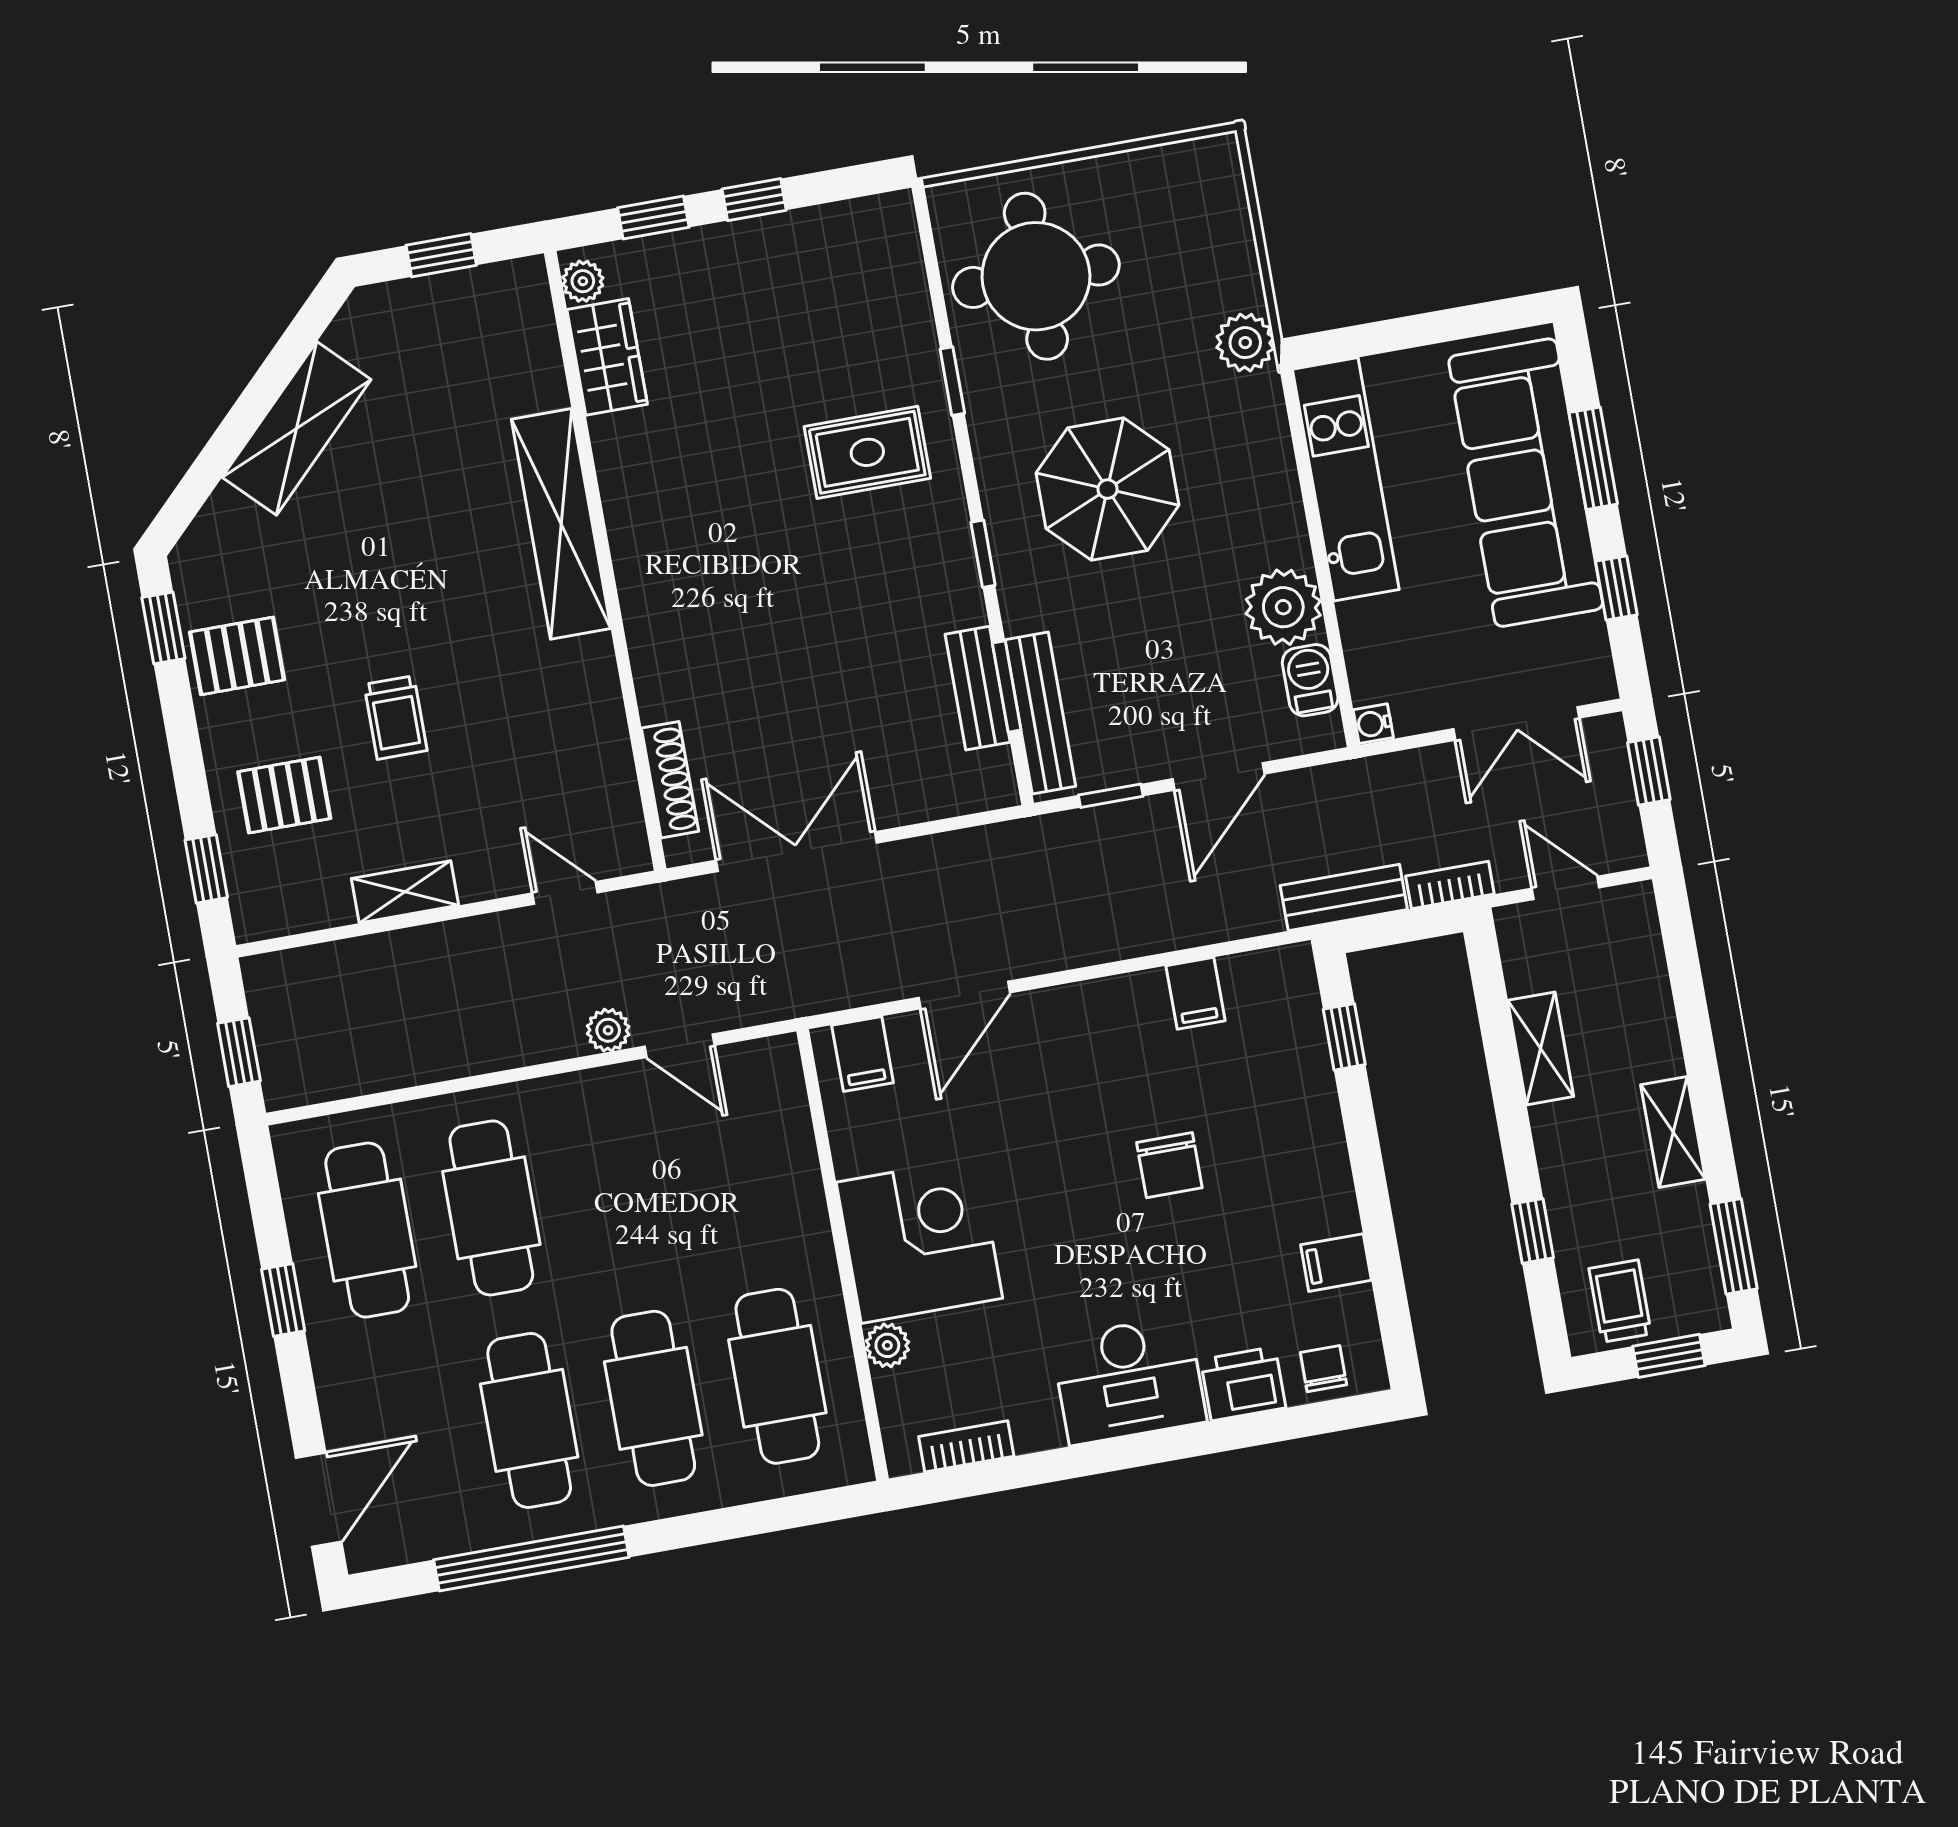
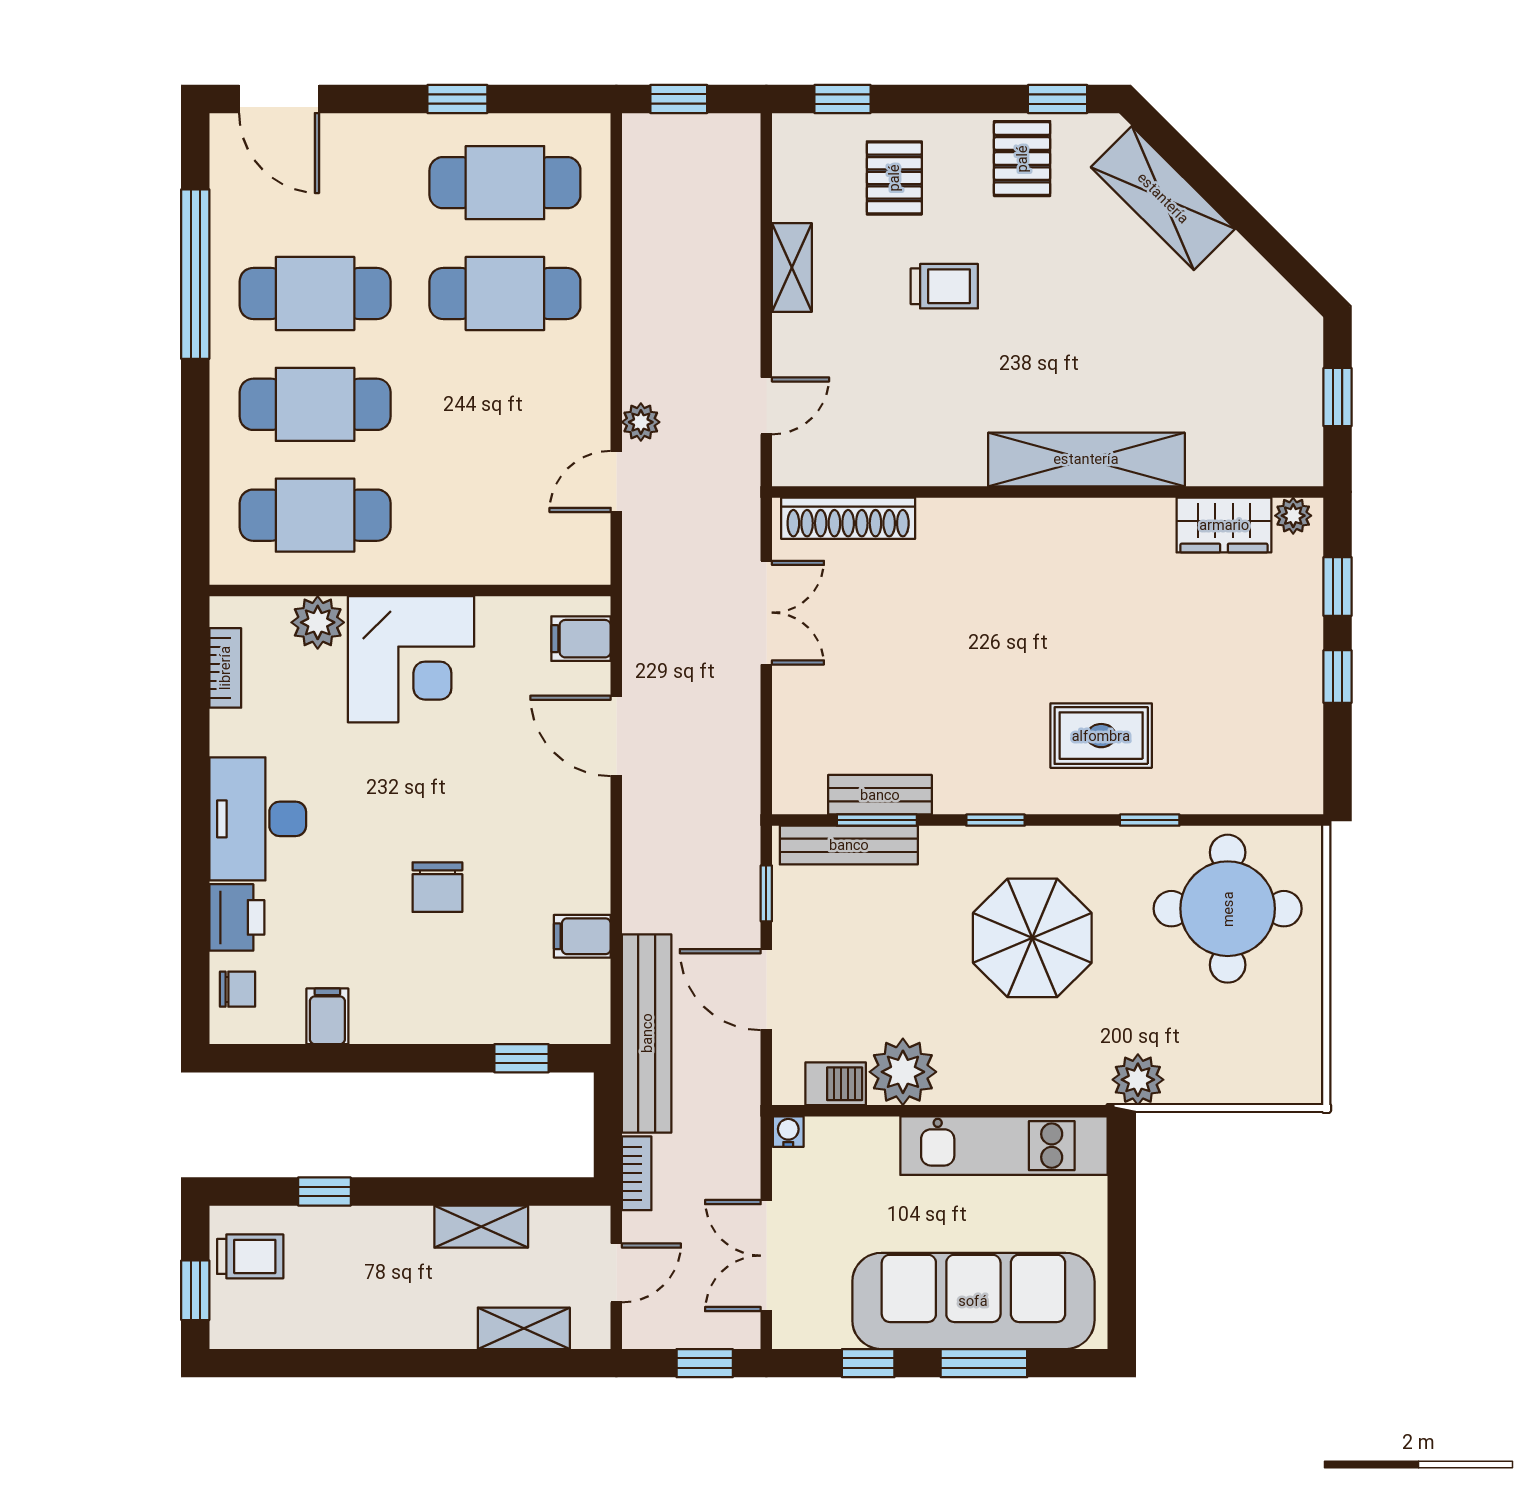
shelving: (297, 428) -> (1163, 198), moved
rug: (867, 452) -> (1101, 736), turned 90
trolley: (396, 718) -> (944, 286), turned 180
shoe rack: (670, 780) -> (848, 518), width x1.36, depth x1.24
double door: (796, 852) -> (766, 613), width x0.73
bench: (1344, 897) -> (647, 1033), width x1.86, depth x1.21
shelving: (1673, 1132) -> (524, 1328), moved
chair: (1169, 1165) -> (437, 887), turned -90
window: (1734, 1246) -> (280, 1363), removed
plant: (887, 1345) -> (318, 622), width x1.38, depth x1.38

